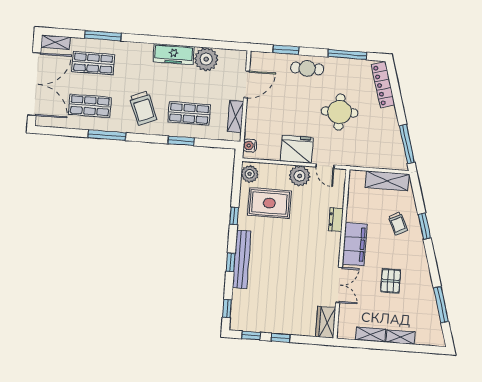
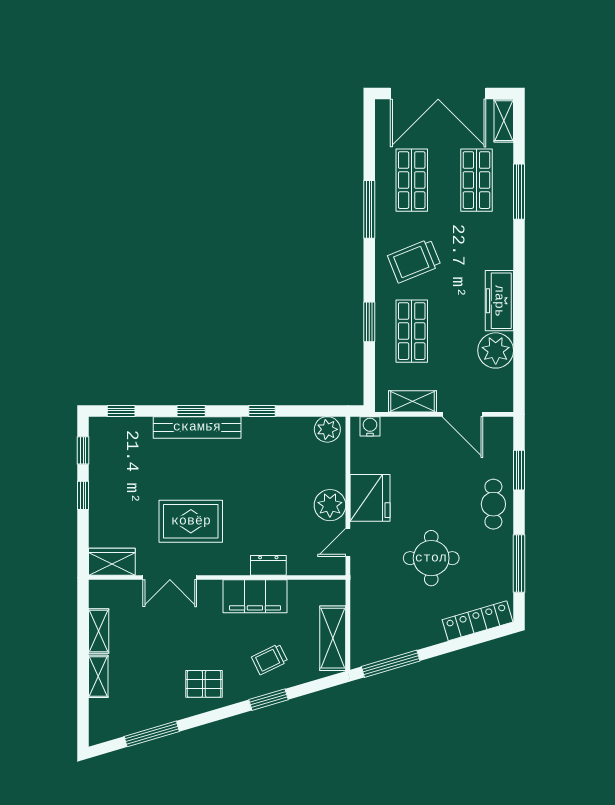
rug: (269, 203) -> (191, 521), moved, turned 90
filing cabinet: (355, 244) -> (255, 596), moved
pallet: (391, 281) -> (204, 684), moved

